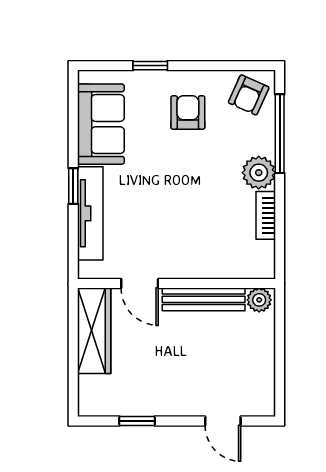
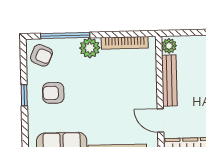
window: (150, 66) -> (24, 95), moved
bookcase: (266, 215) -> (125, 43), width x1.56
door: (140, 283) -> (160, 121), swing flipped

